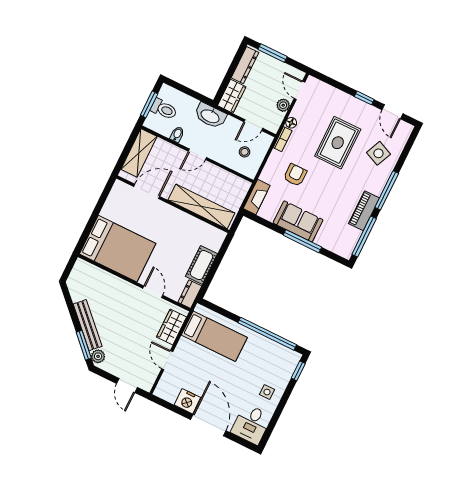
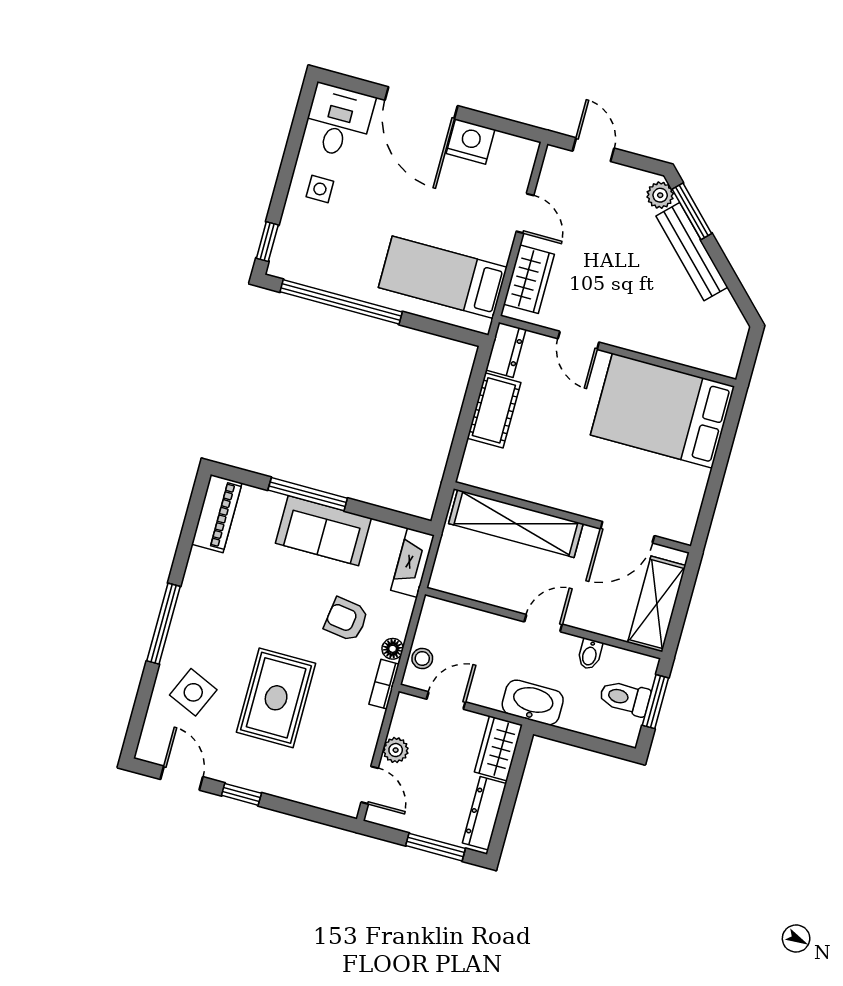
floor lamp: (291, 123) -> (393, 649), moved
stool: (245, 152) -> (422, 658), moved
armchair: (295, 175) -> (346, 619), turned 98
piano: (364, 211) -> (217, 514), moved
window: (364, 236) -> (190, 526), removed

